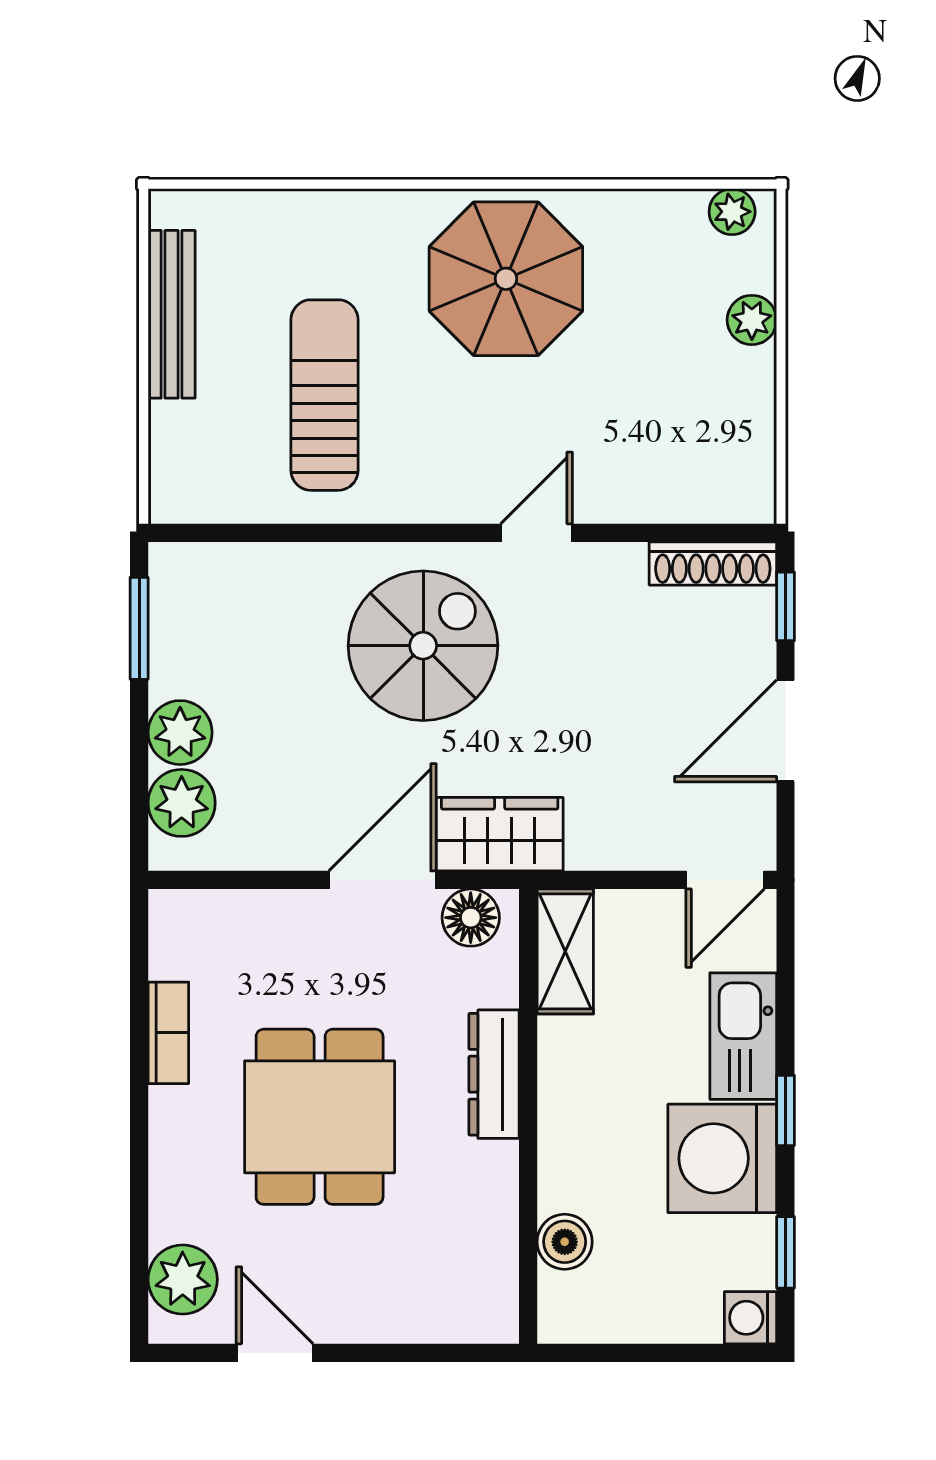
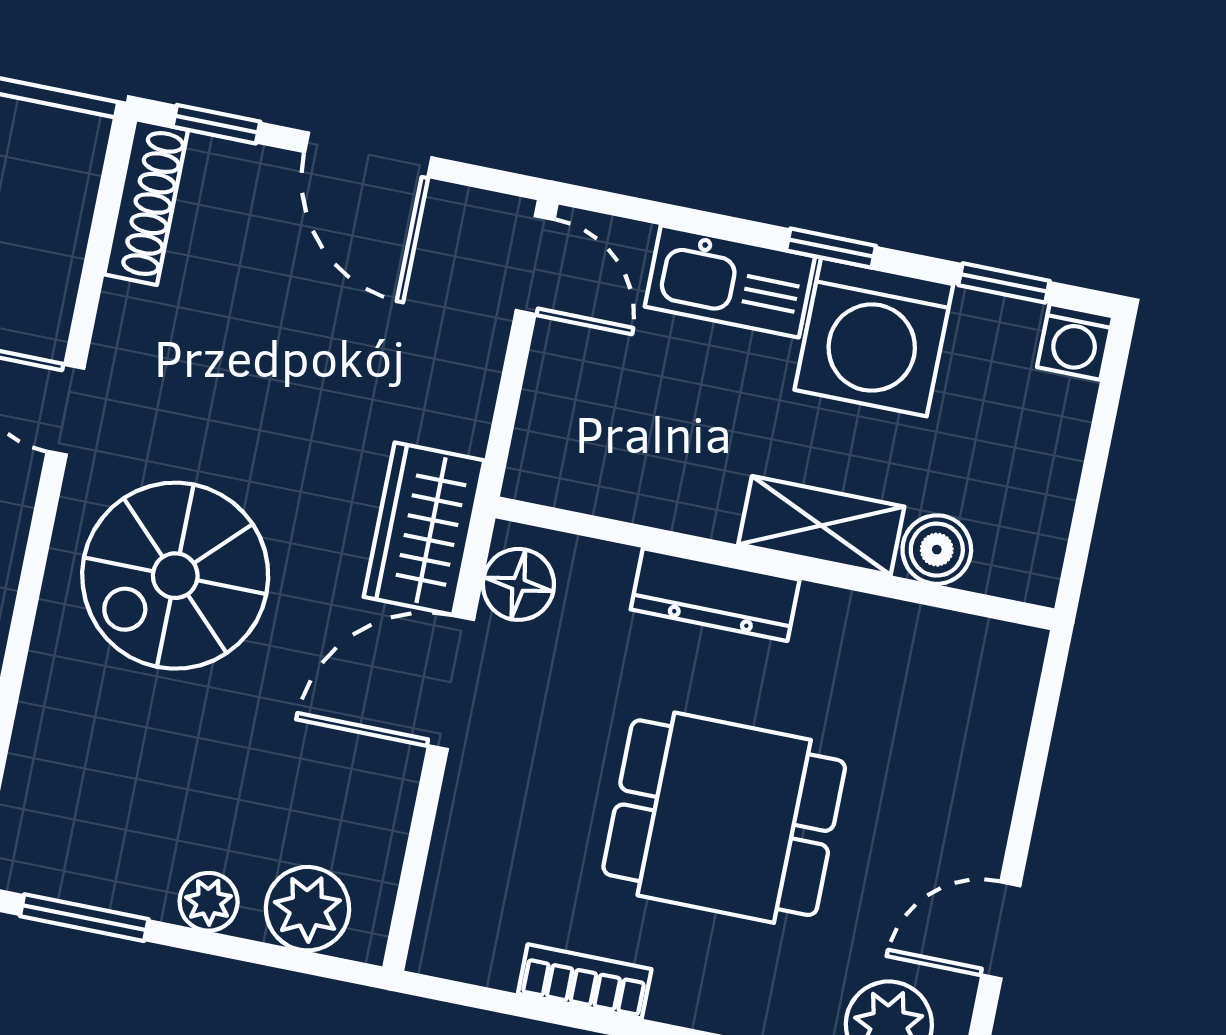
spiral stairs: (423, 646) -> (175, 576), turned -90
plant: (180, 733) -> (209, 902), width x0.73, depth x0.73
door: (383, 880) -> (451, 683), hinge flipped
shelving: (565, 951) -> (821, 526), moved

